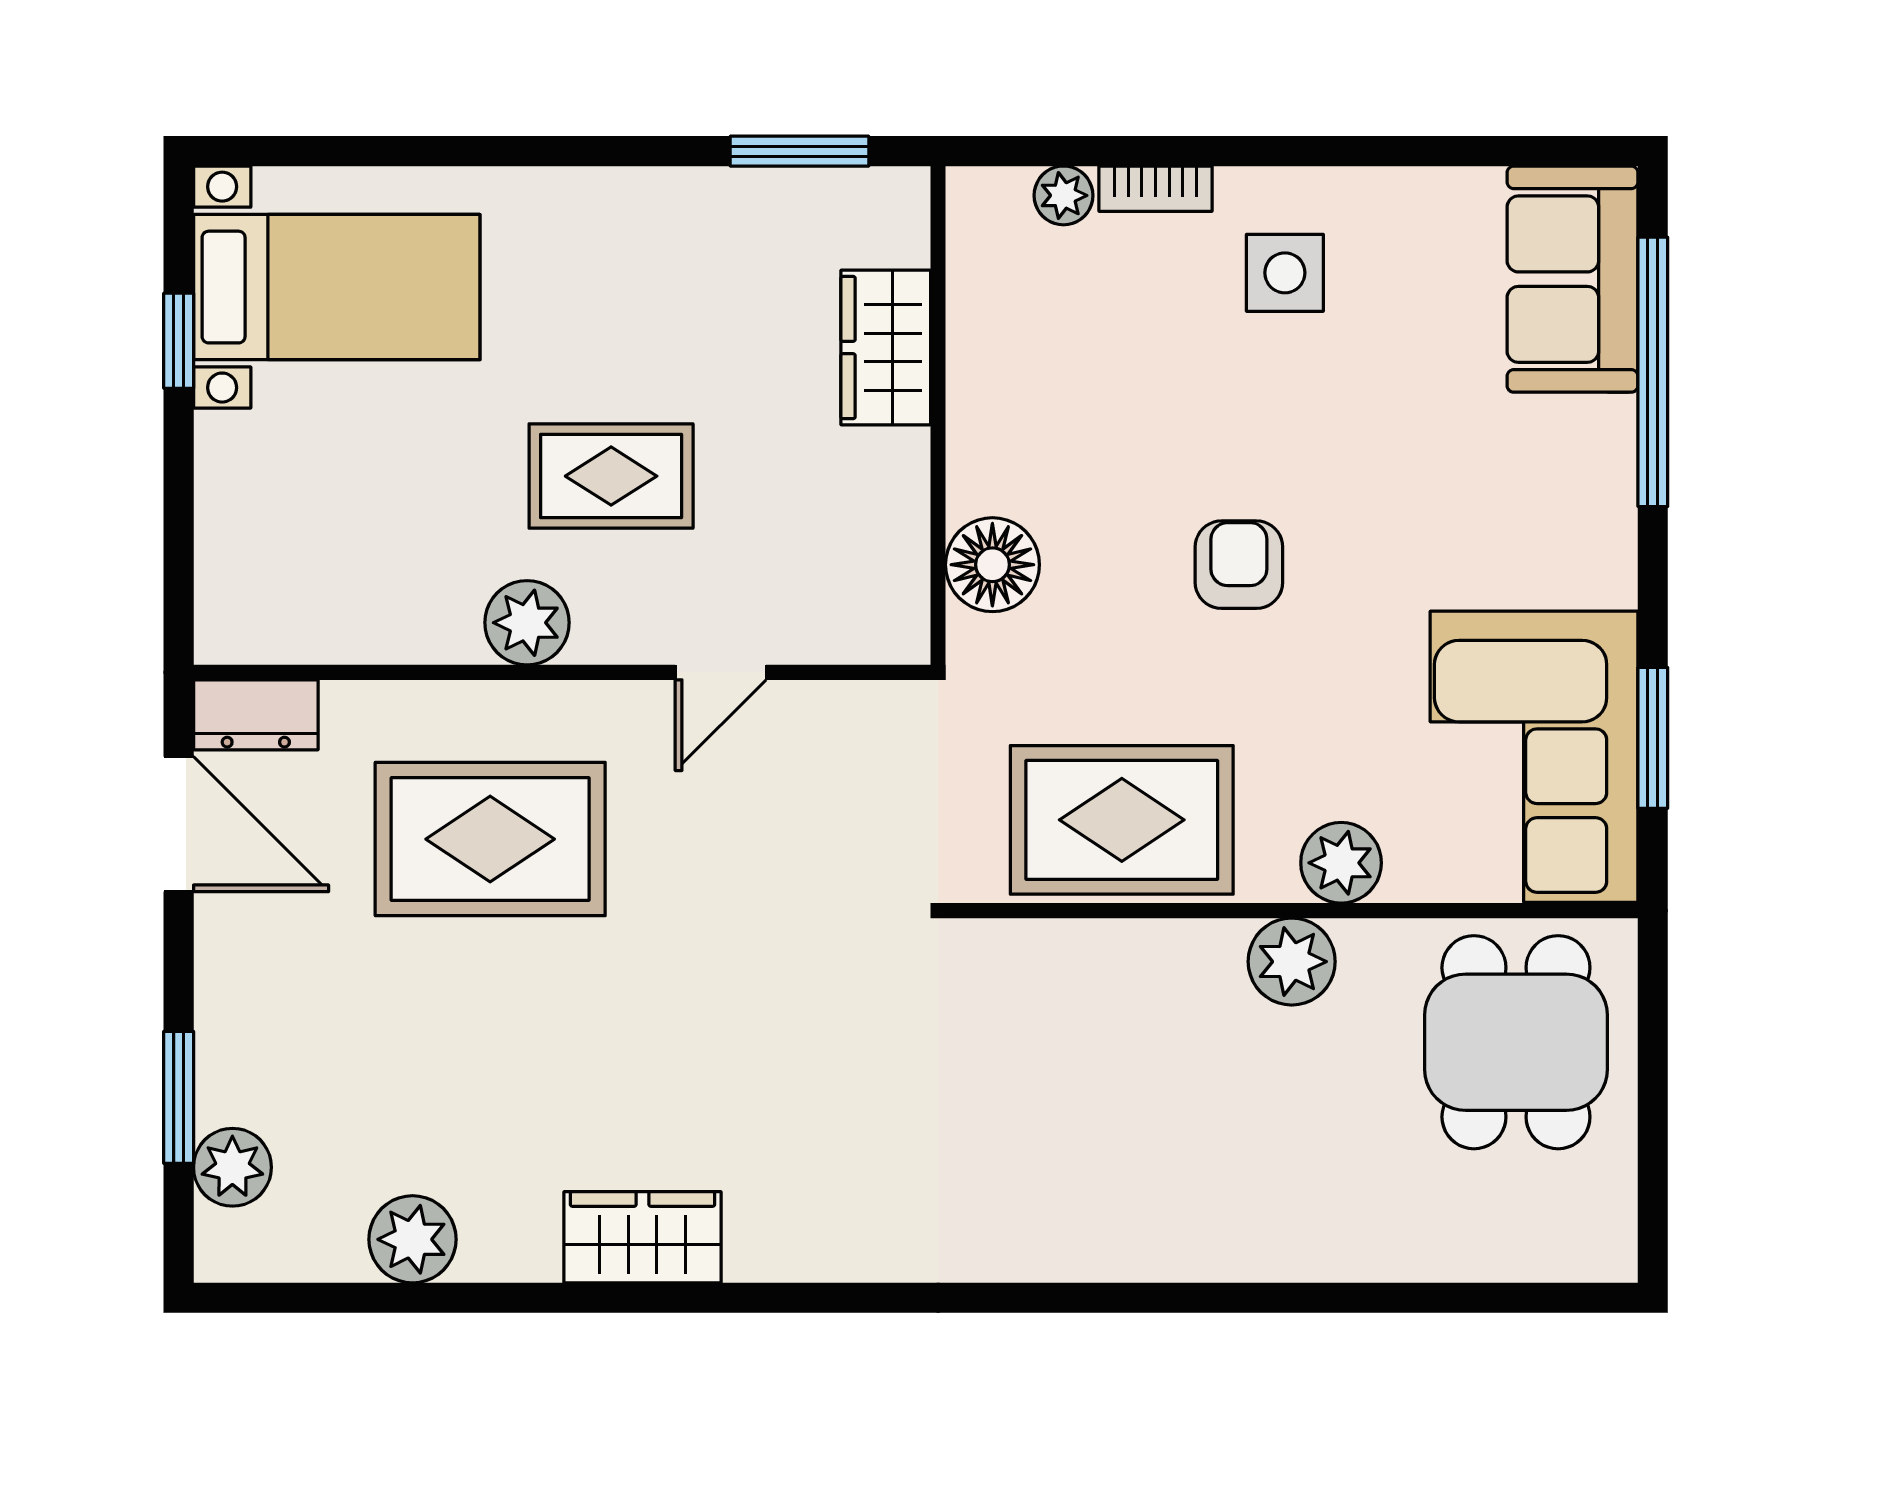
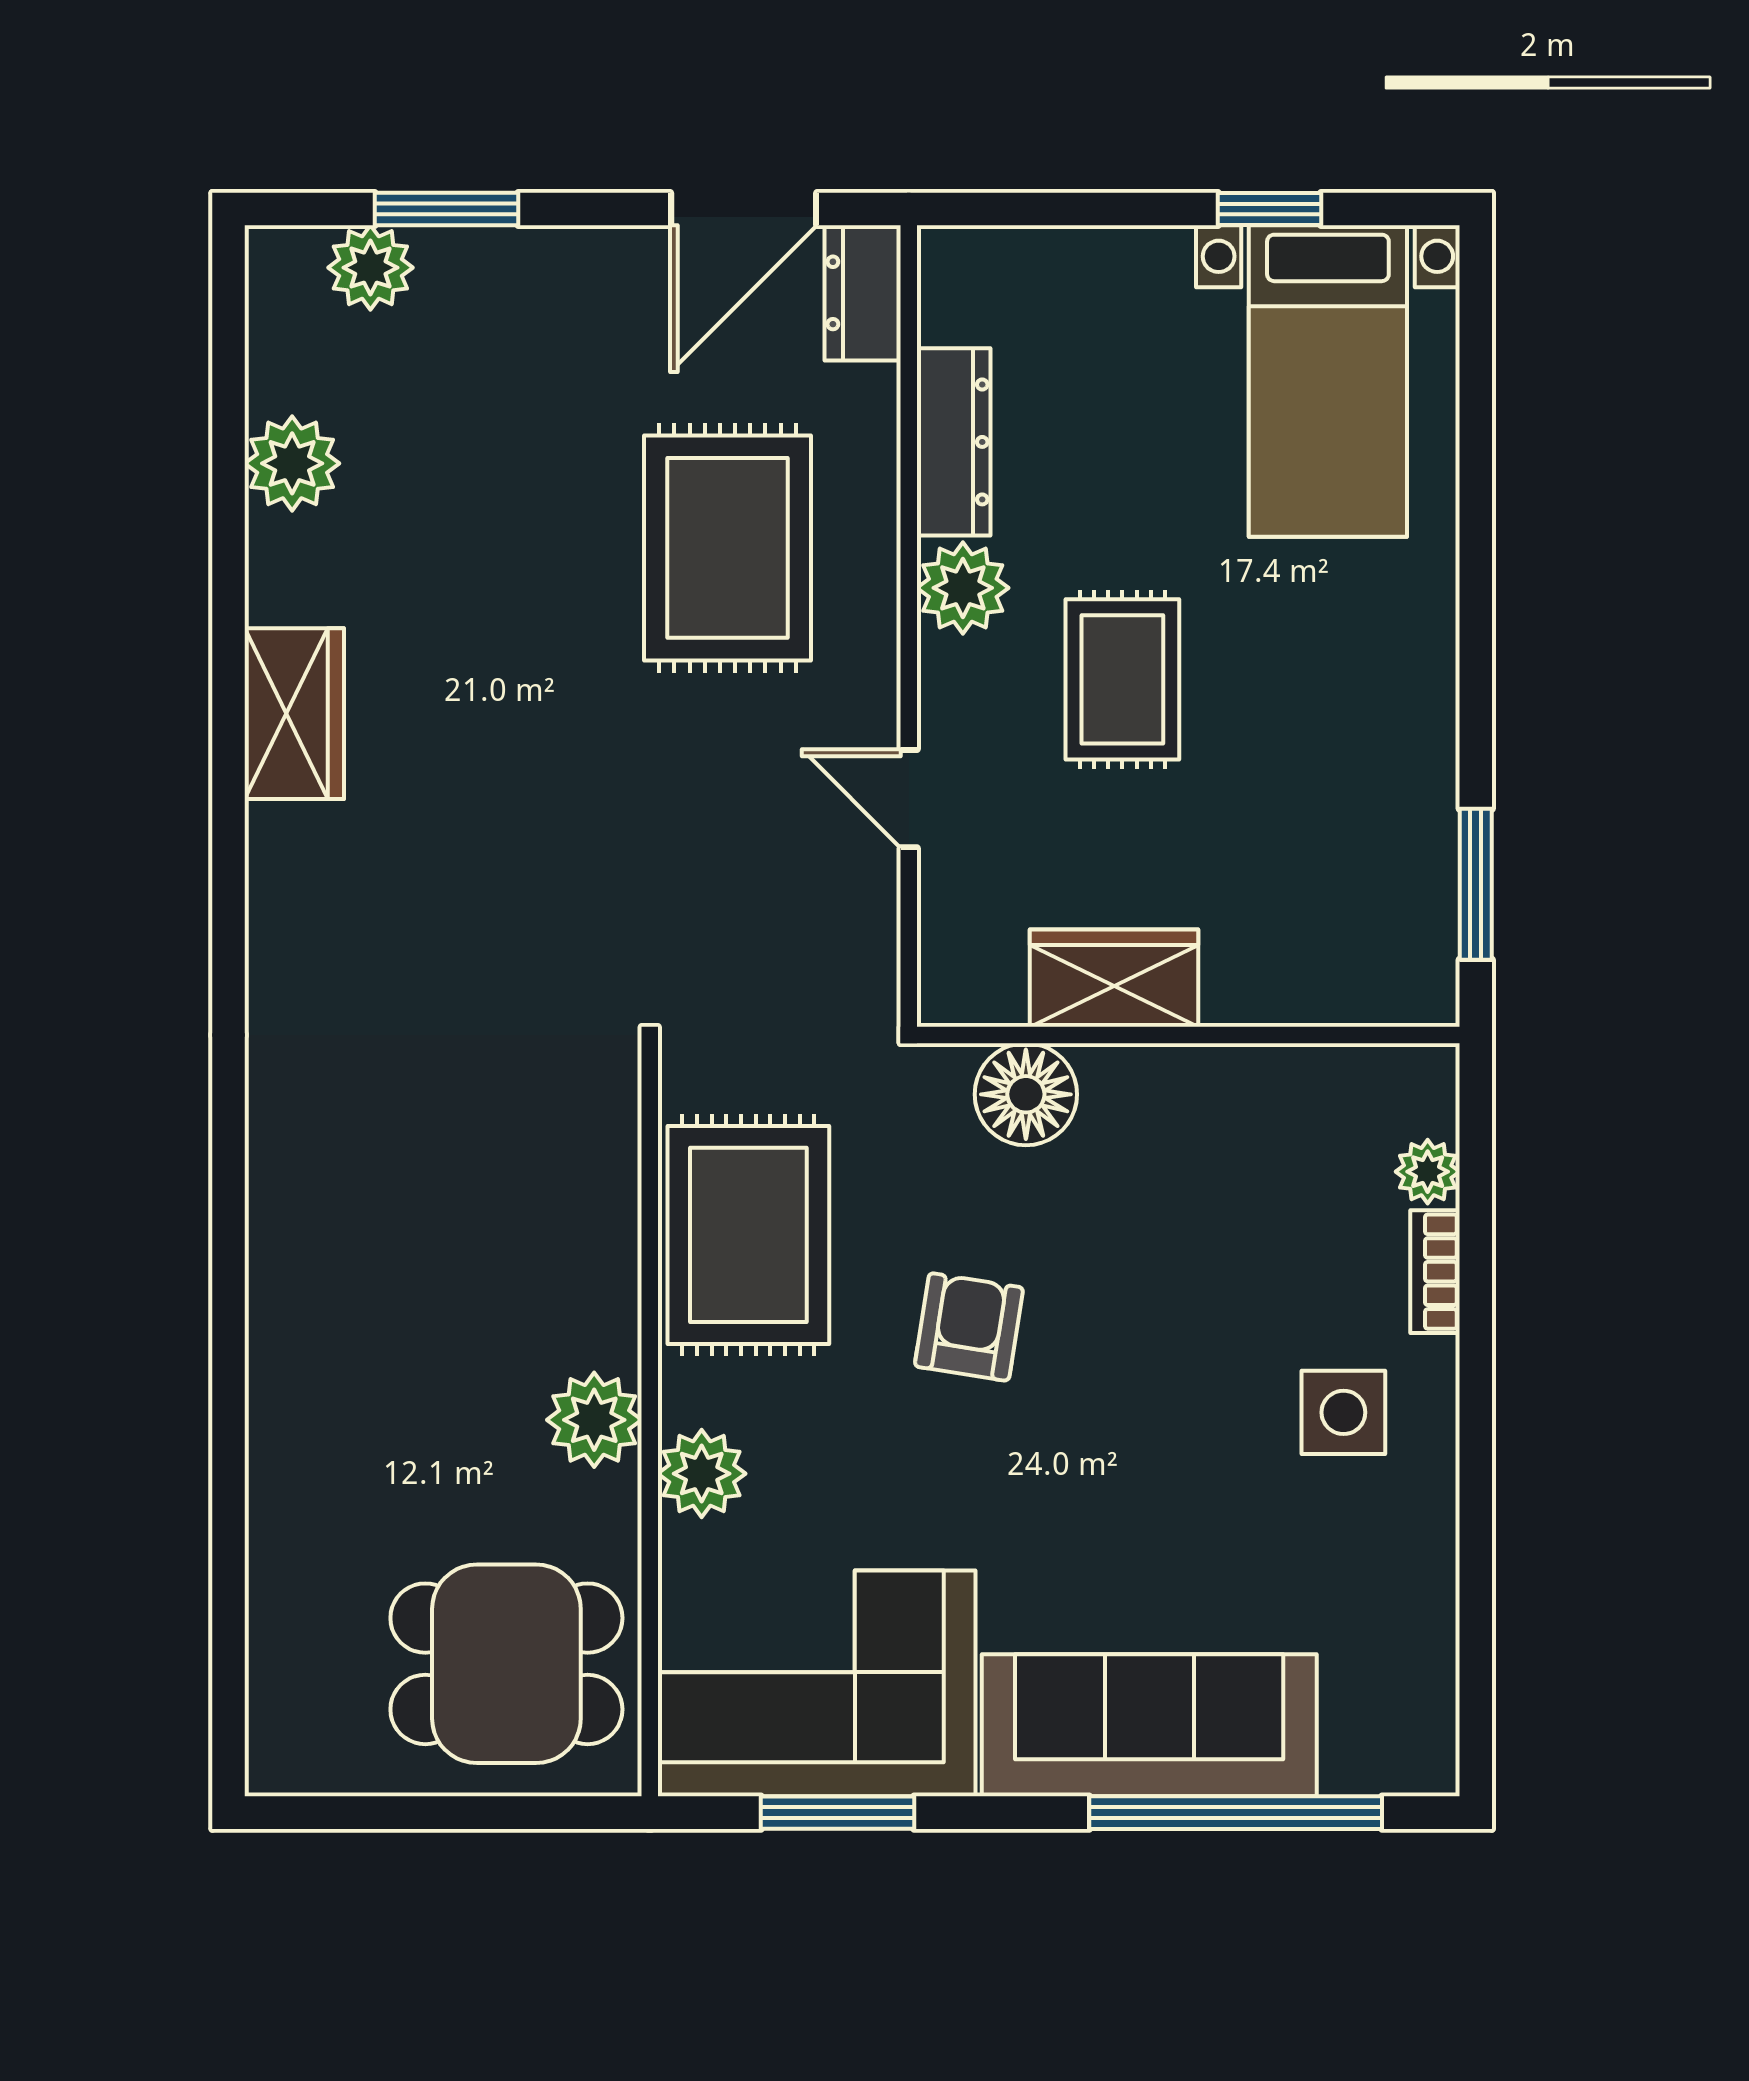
sofa: (1572, 279) -> (1149, 1725), moved, width x1.36
wardrobe: (886, 348) -> (1114, 978), moved
armchair: (1239, 565) -> (969, 1327), moved, turned -81
dresser: (393, 631) -> (954, 442), added

